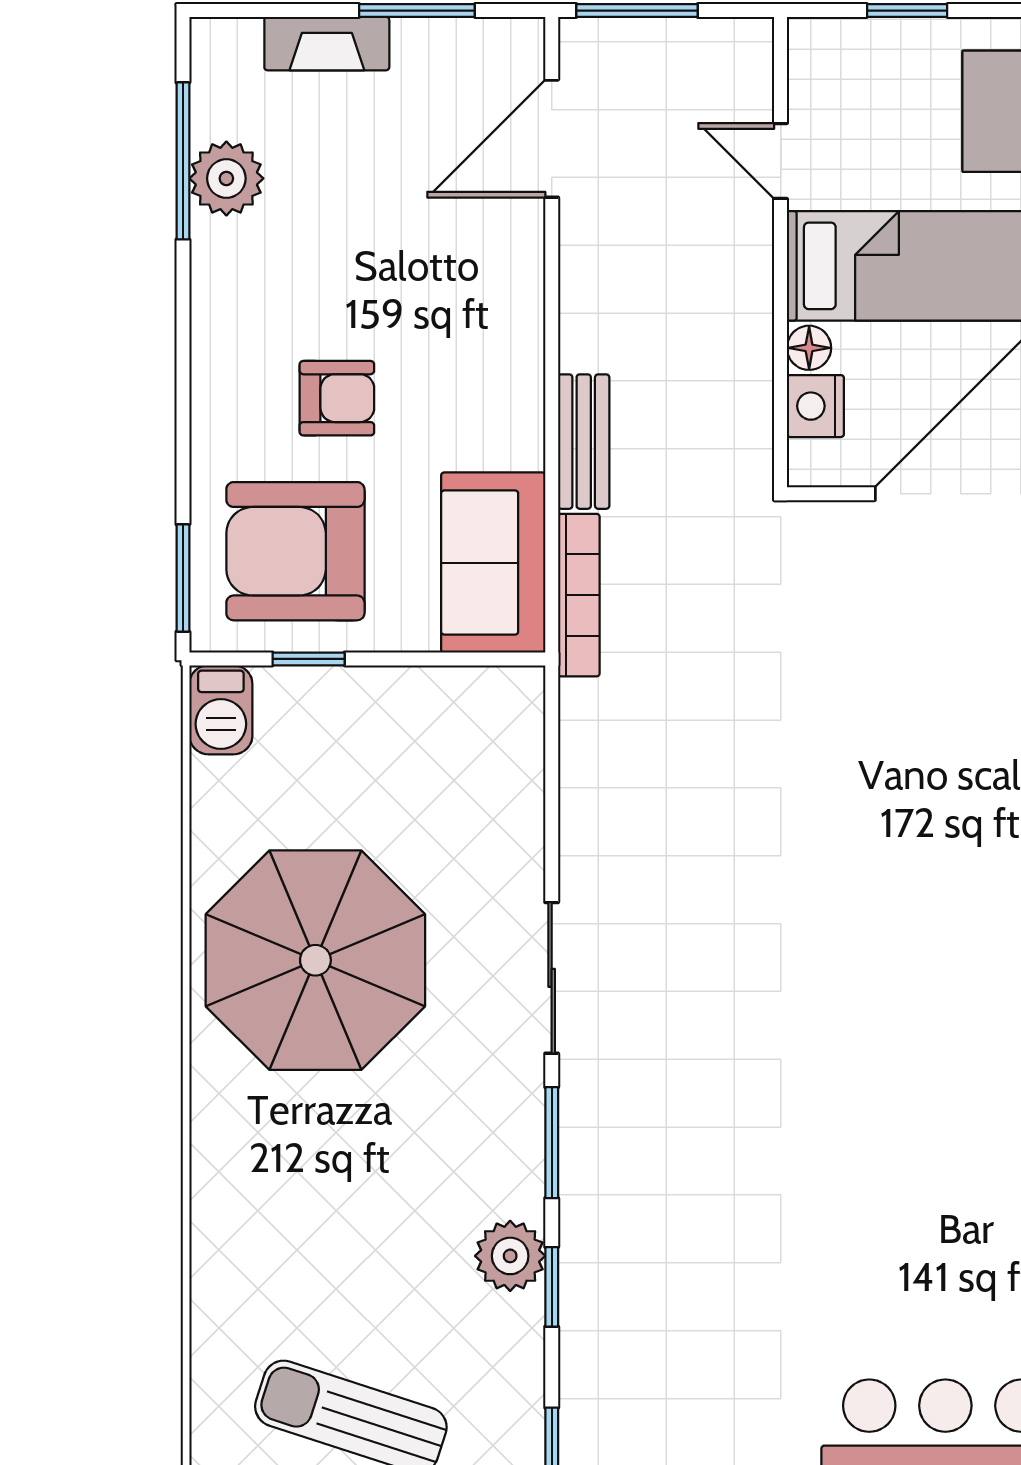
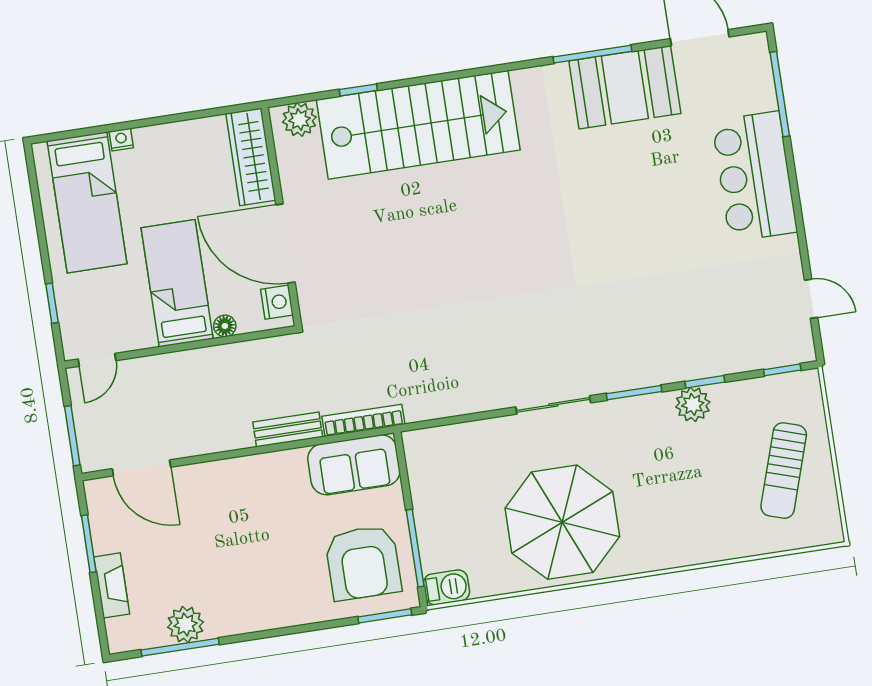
door: (781, 161) -> (97, 360), moved
armchair: (337, 398) -> (285, 554), removed
nightstand: (815, 406) -> (277, 302), moved, turned -90
window: (309, 659) -> (415, 548), width x2.17

